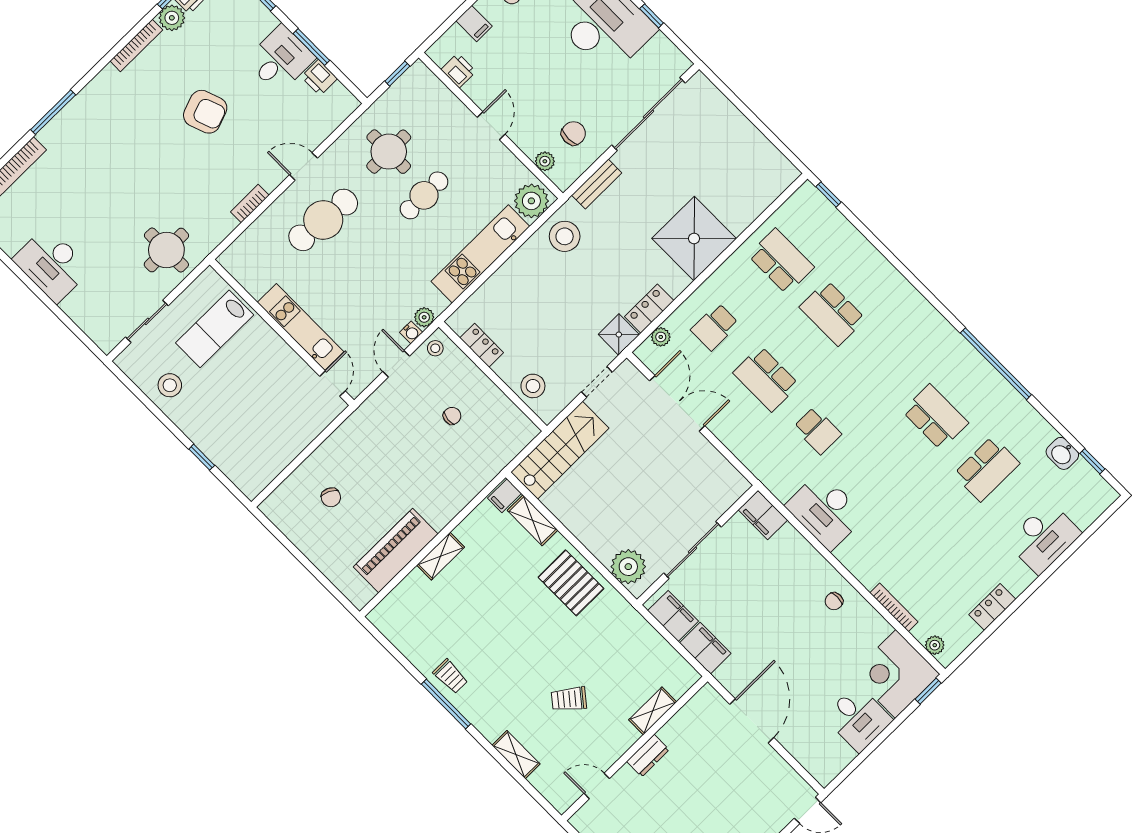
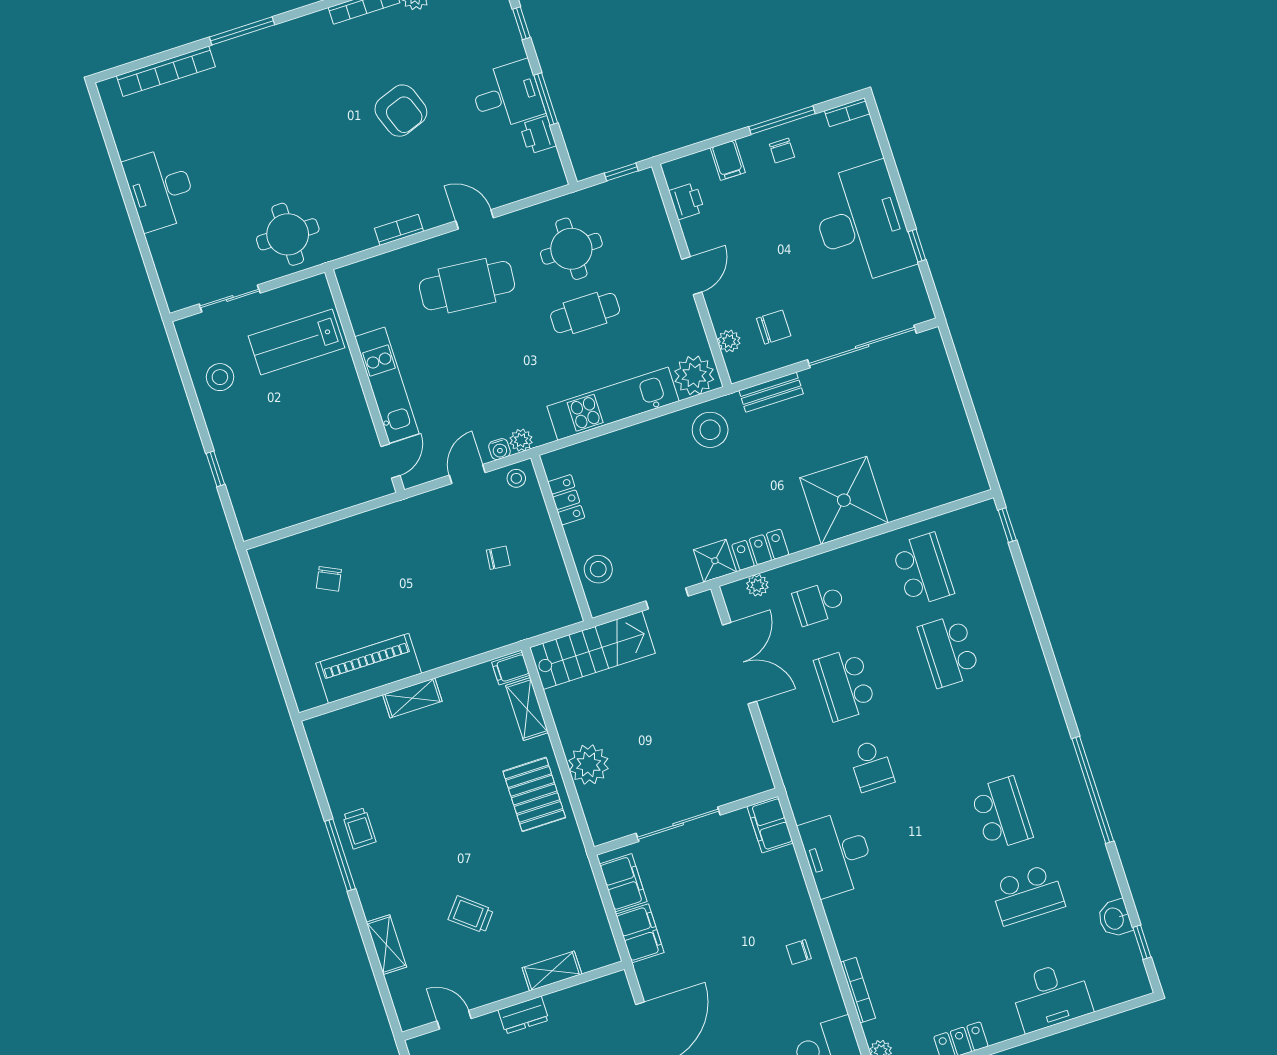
plant: (628, 567) -> (589, 764), moved

